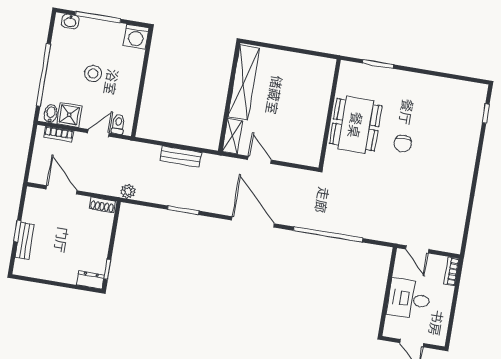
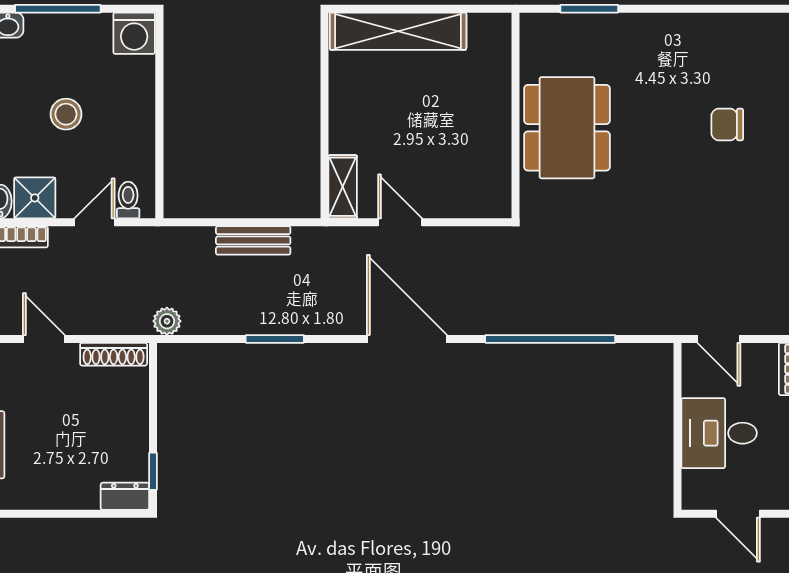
shelving: (244, 83) -> (398, 31), moved, turned 90
chair: (403, 144) -> (727, 124), moved, turned 90
door: (62, 190) -> (44, 339), width x0.73
shoe rack: (102, 205) -> (114, 354), width x1.43

